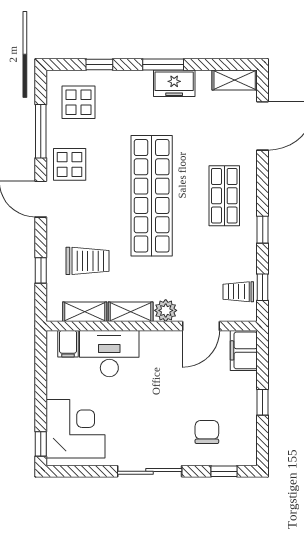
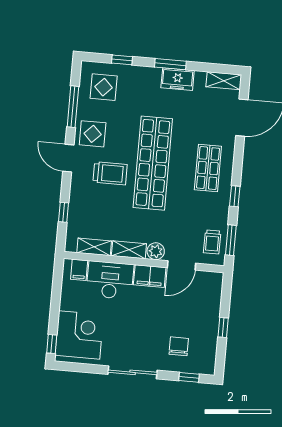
trolley: (87, 261) -> (110, 173), moved
window: (263, 287) -> (231, 240), width x1.50
trolley: (238, 292) -> (212, 242), turned -90
filing cabinet: (244, 350) -> (150, 276), moved, turned -90

